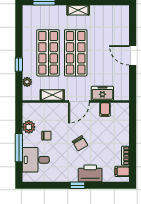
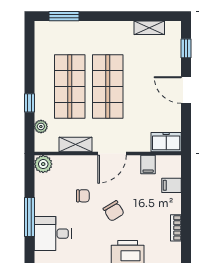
shelving: (78, 10) -> (149, 28), moved
window: (133, 25) -> (186, 48), added
freezer: (102, 93) -> (166, 142), moved
plant: (29, 127) -> (43, 164), moved
chair: (46, 136) -> (83, 196), moved
filing cabinet: (122, 171) -> (172, 185), moved

